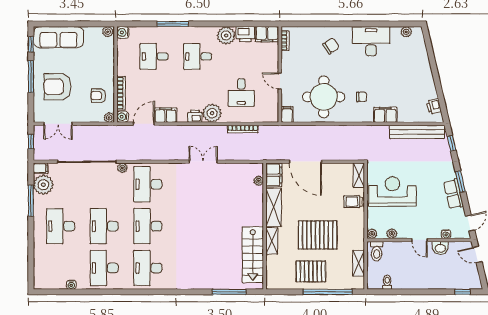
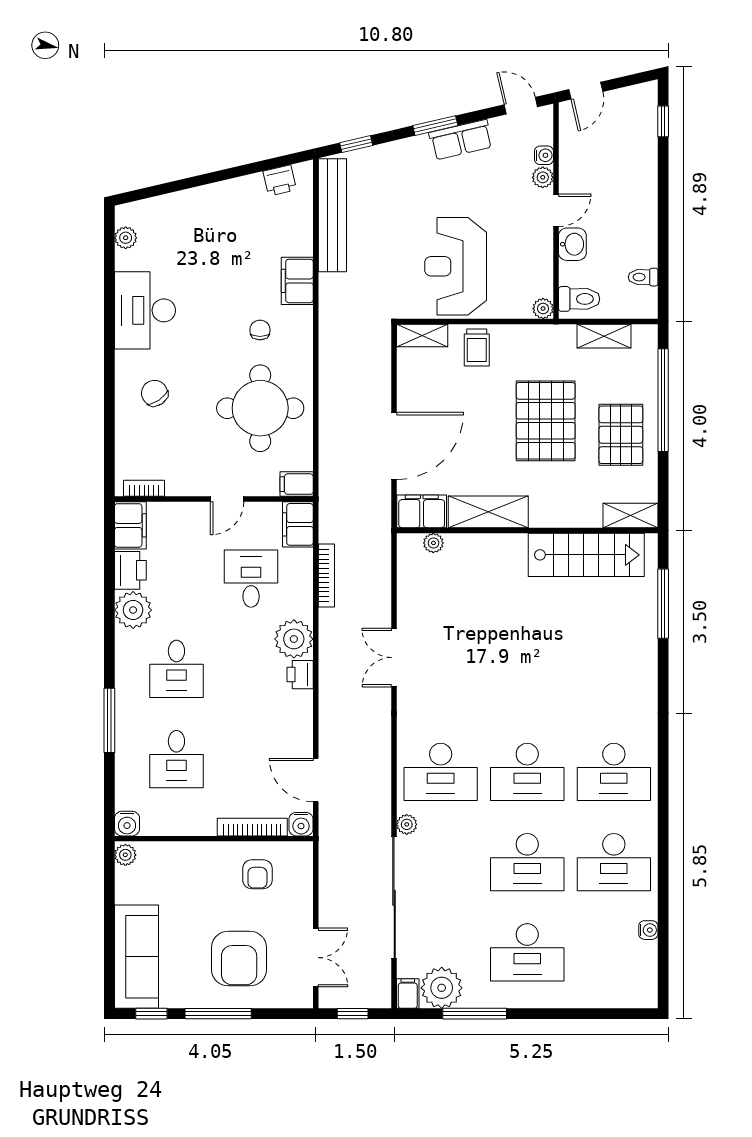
desk: (241, 93) -> (251, 579), turned -90
filing cabinet: (166, 115) -> (298, 524), moved
plant: (109, 117) -> (303, 852), removed
plant: (392, 234) -> (543, 177), moved
shelving: (272, 241) -> (630, 515), moved
washbasin: (440, 248) -> (572, 244), moved

